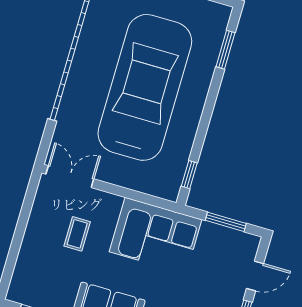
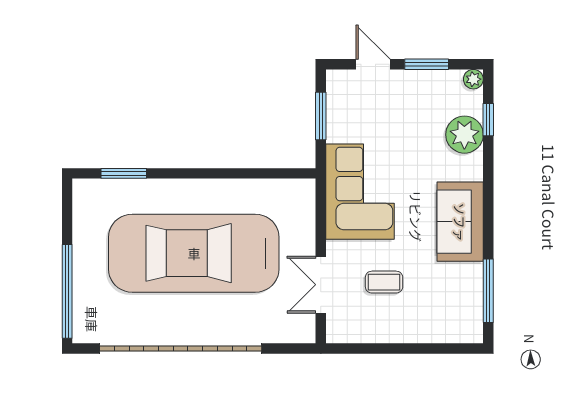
window: (189, 175) -> (279, 173), removed
double door: (70, 177) -> (321, 285), moved

